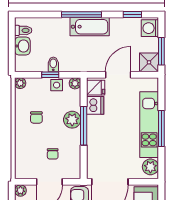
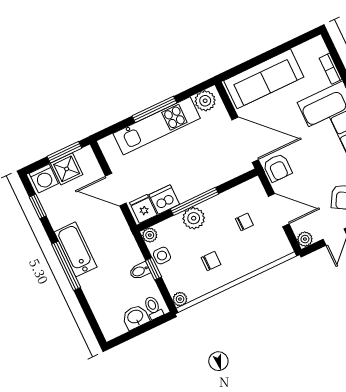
toilet: (23, 30) -> (153, 308), moved
shower: (149, 62) -> (67, 169), moved

